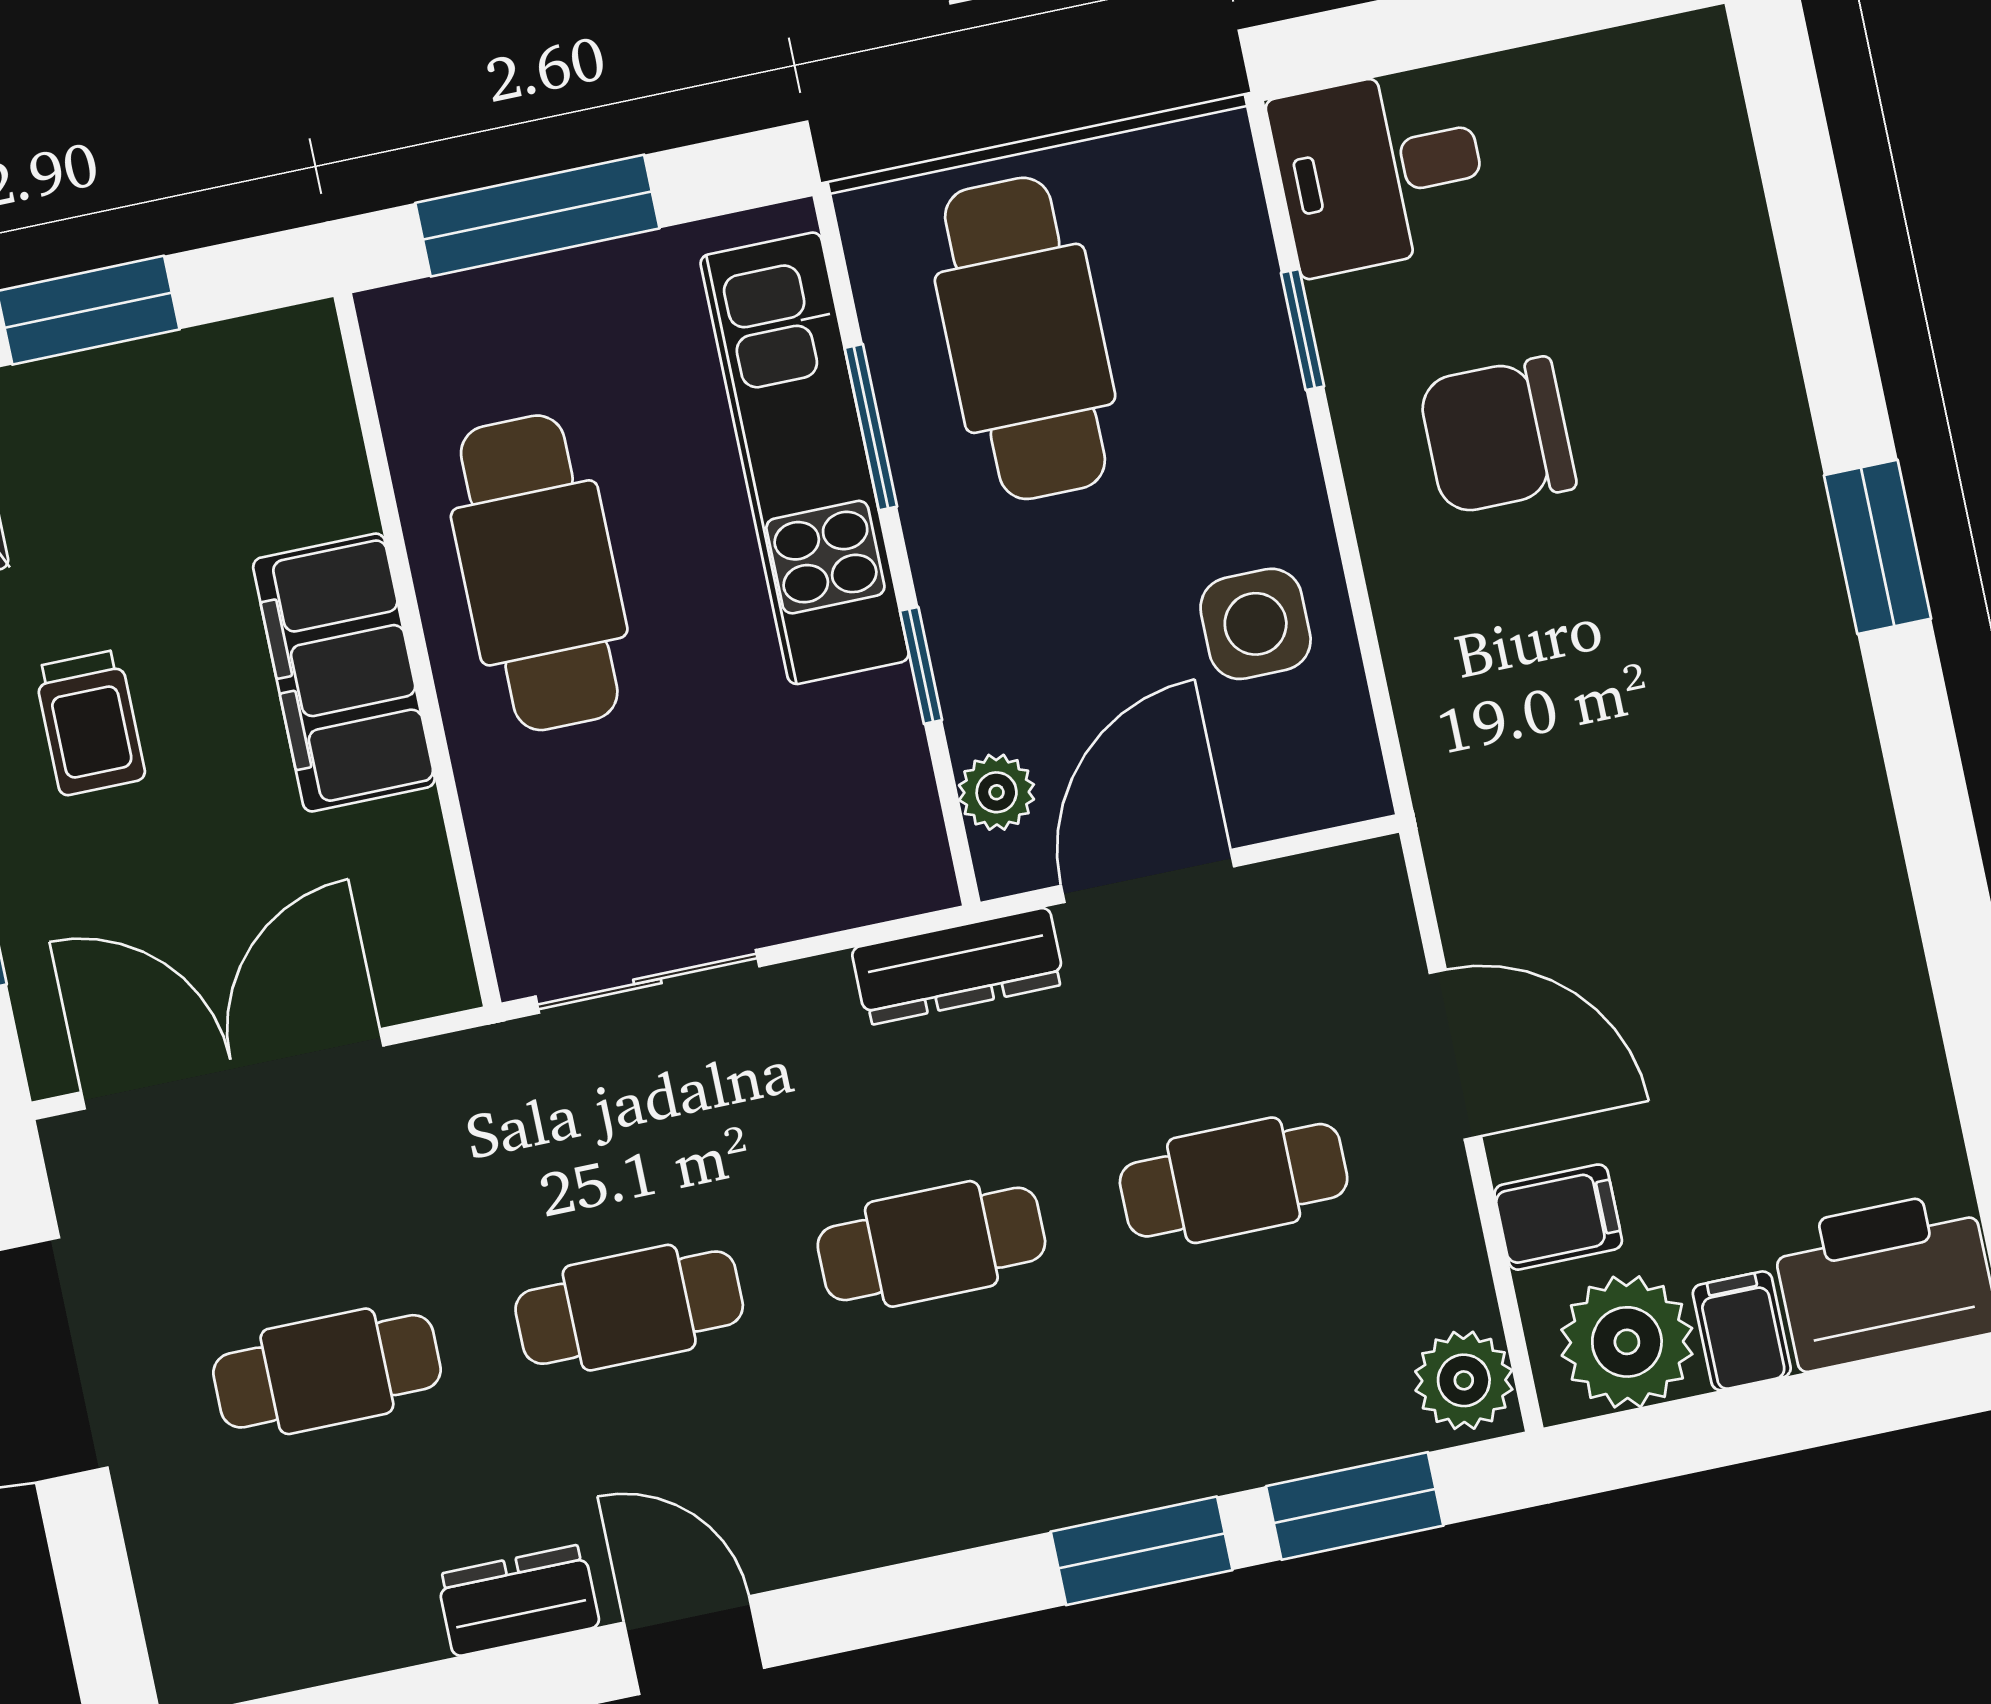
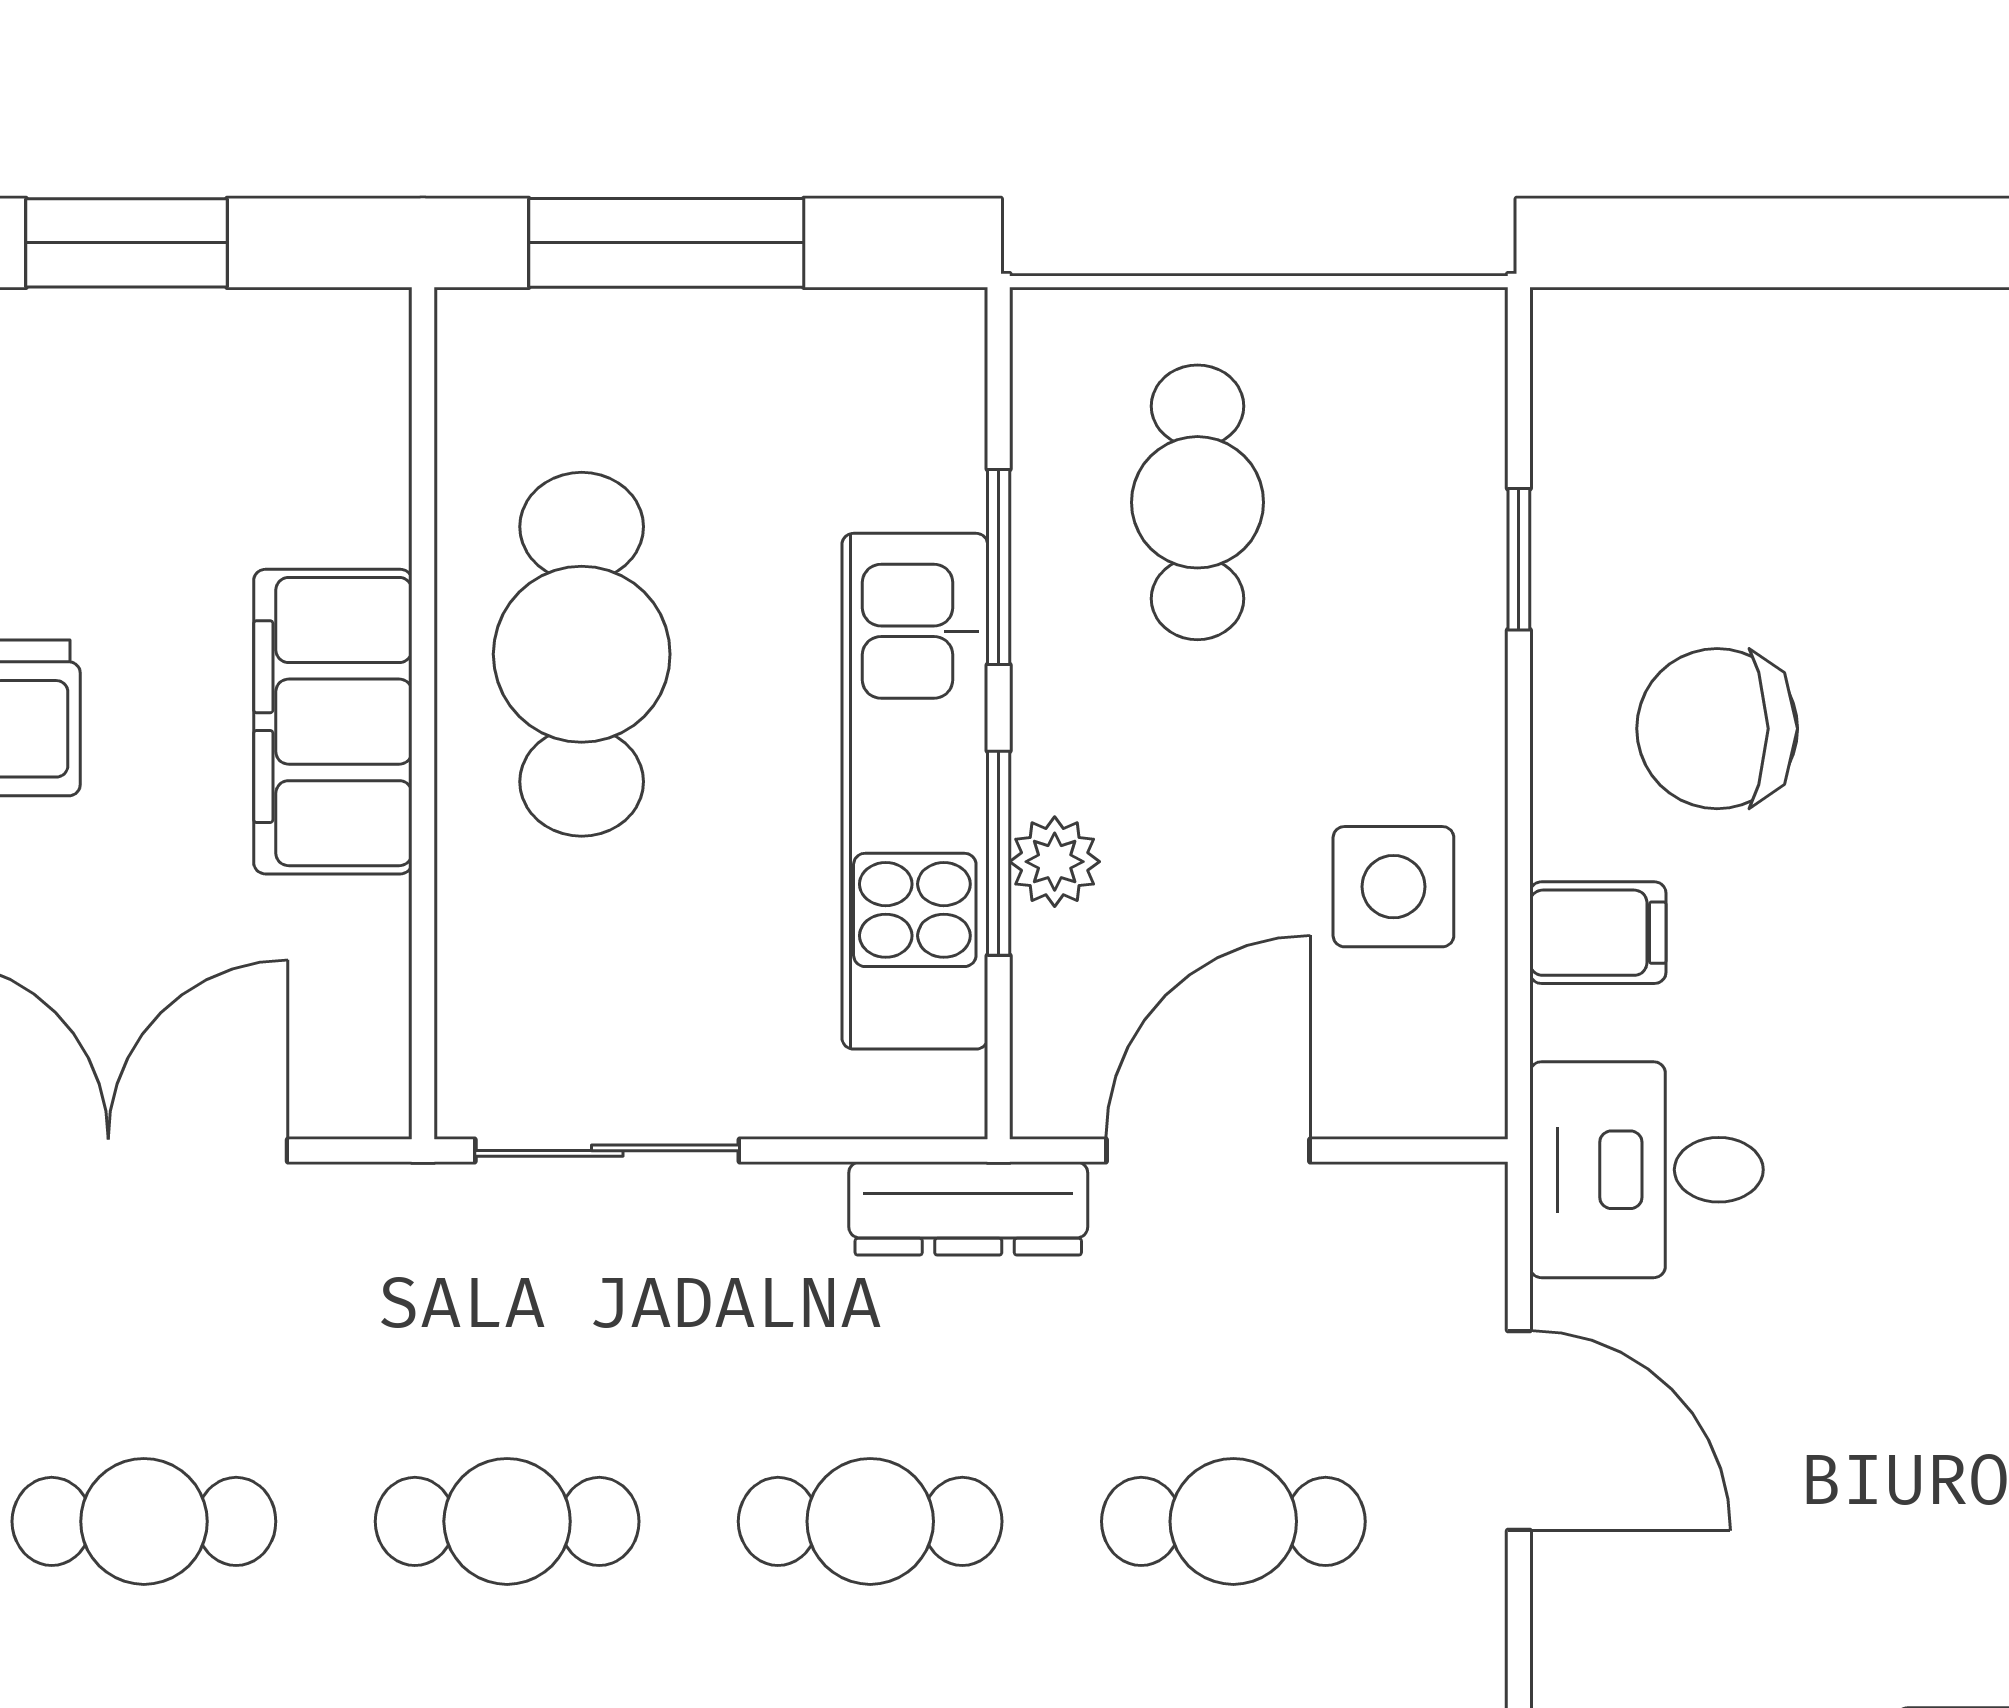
desk: (1380, 170) -> (1647, 1170), moved
cafe table: (1025, 338) -> (1197, 502), width x0.73, depth x0.74
kitchen unit: (805, 458) -> (915, 791), moved
window: (921, 665) -> (999, 853), width x1.50
plant: (997, 792) -> (1055, 862), moved
filing cabinet: (1558, 1217) -> (1598, 933), moved

